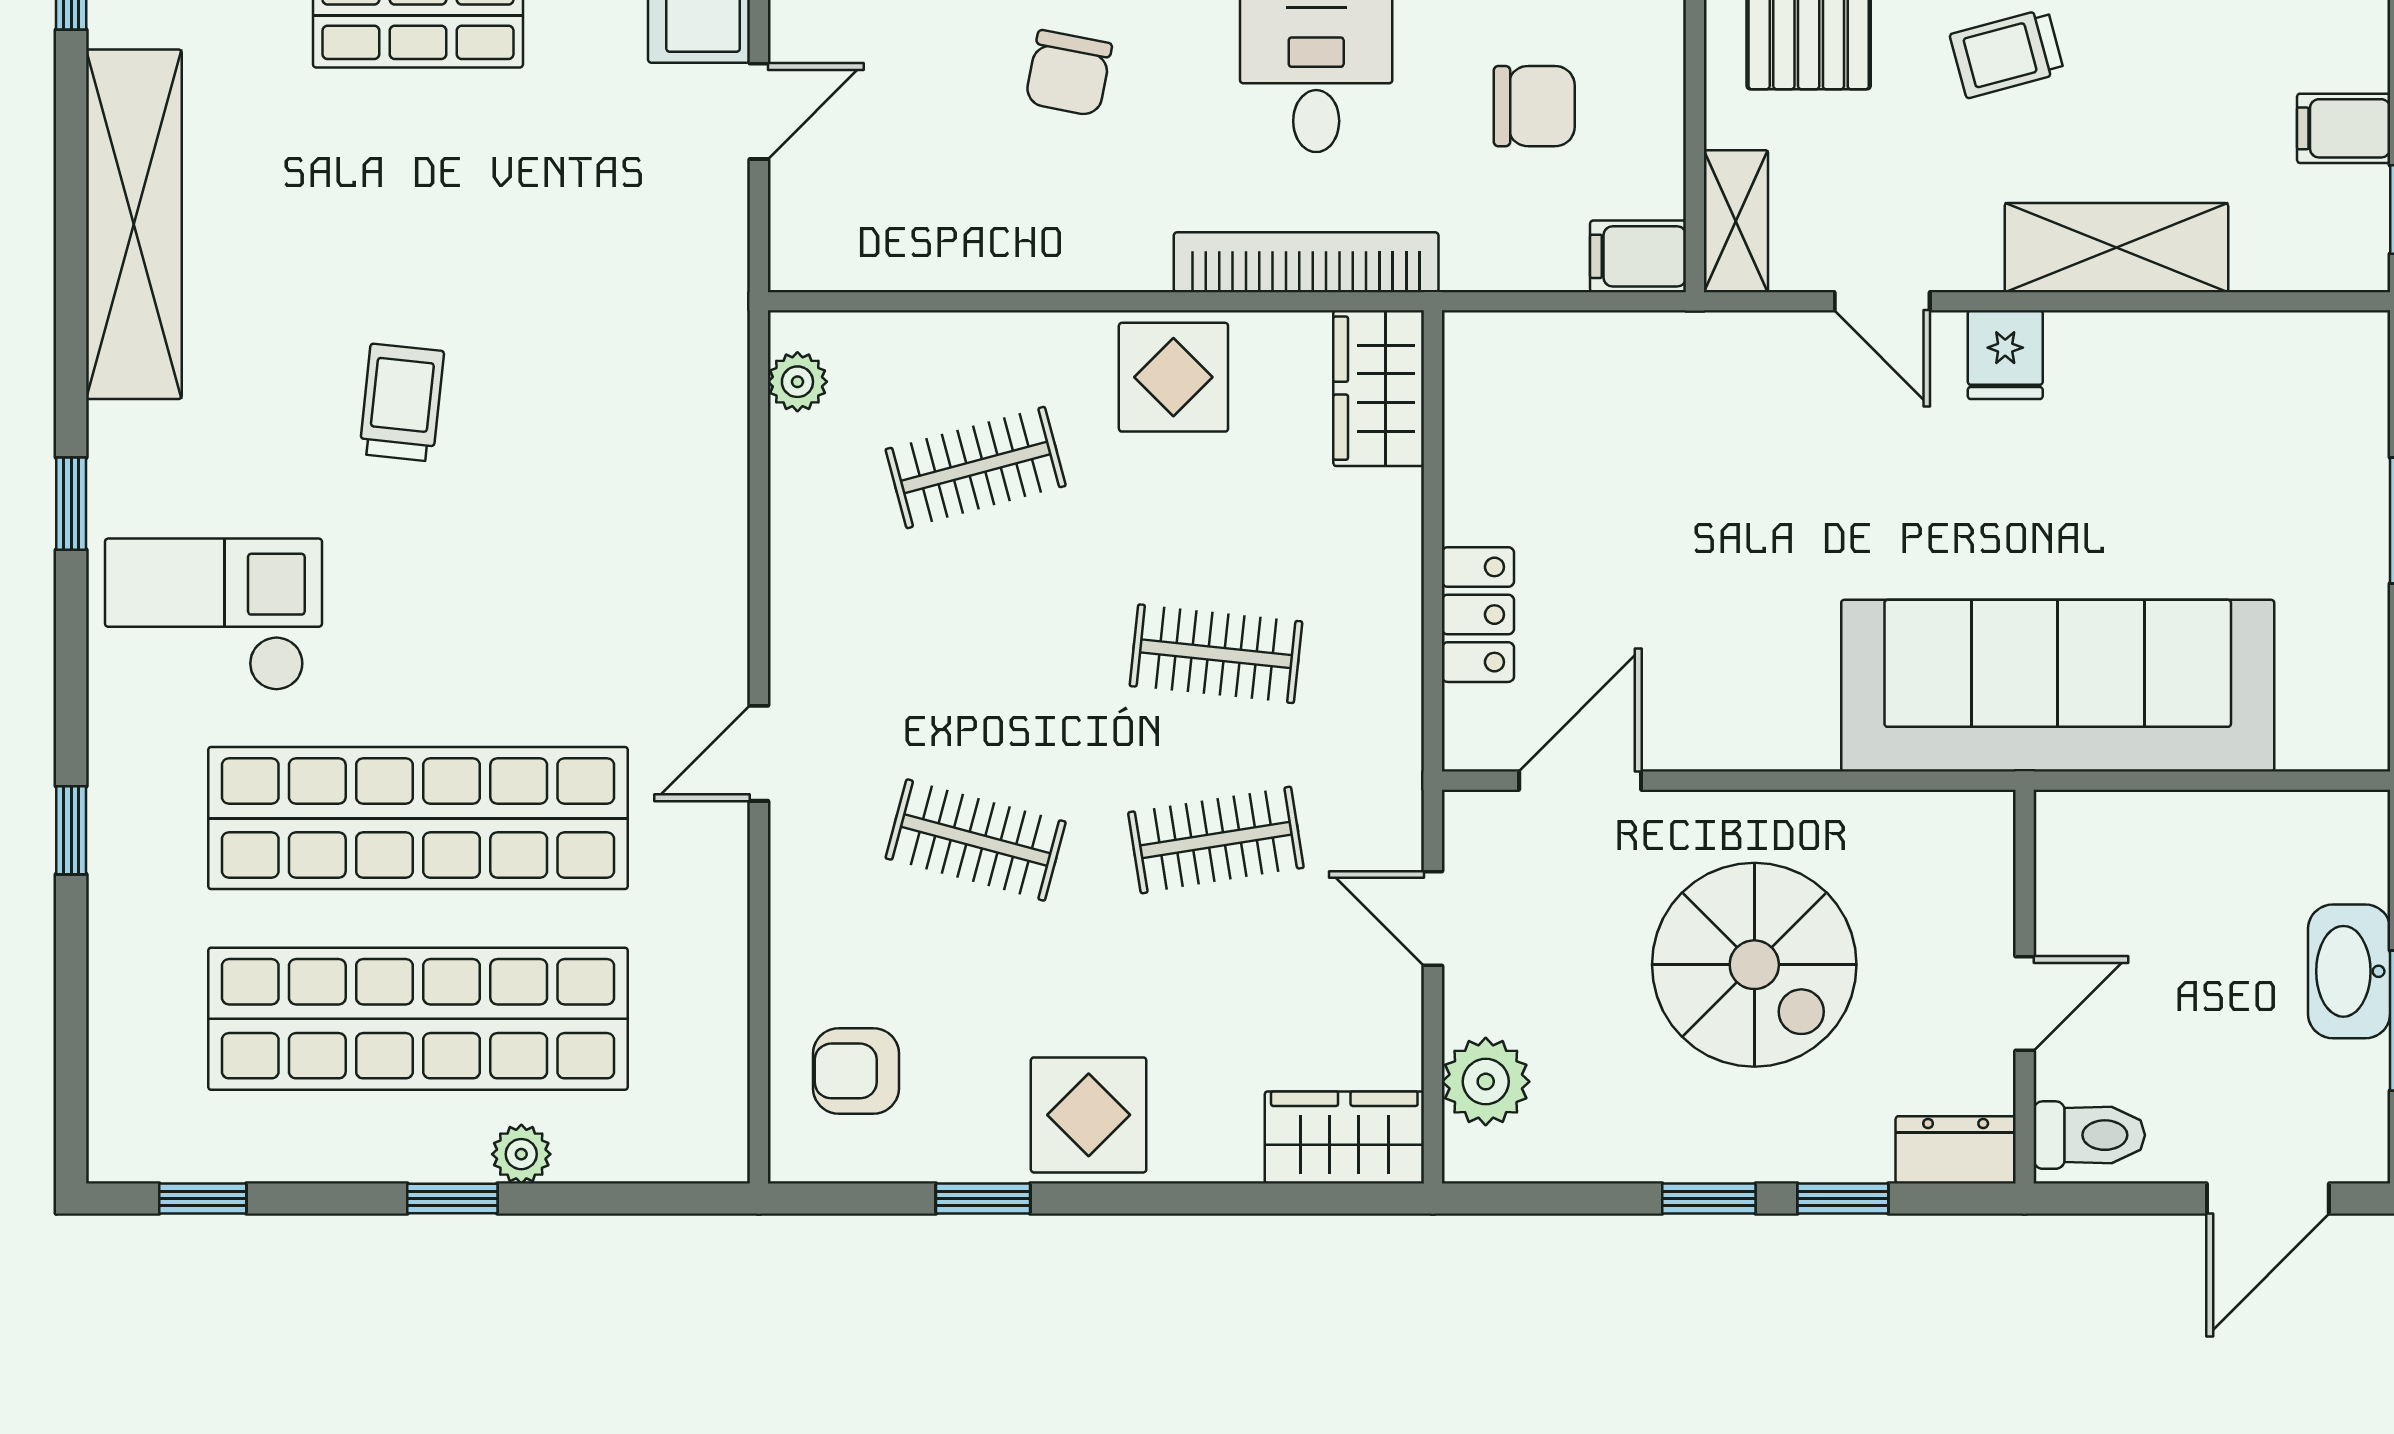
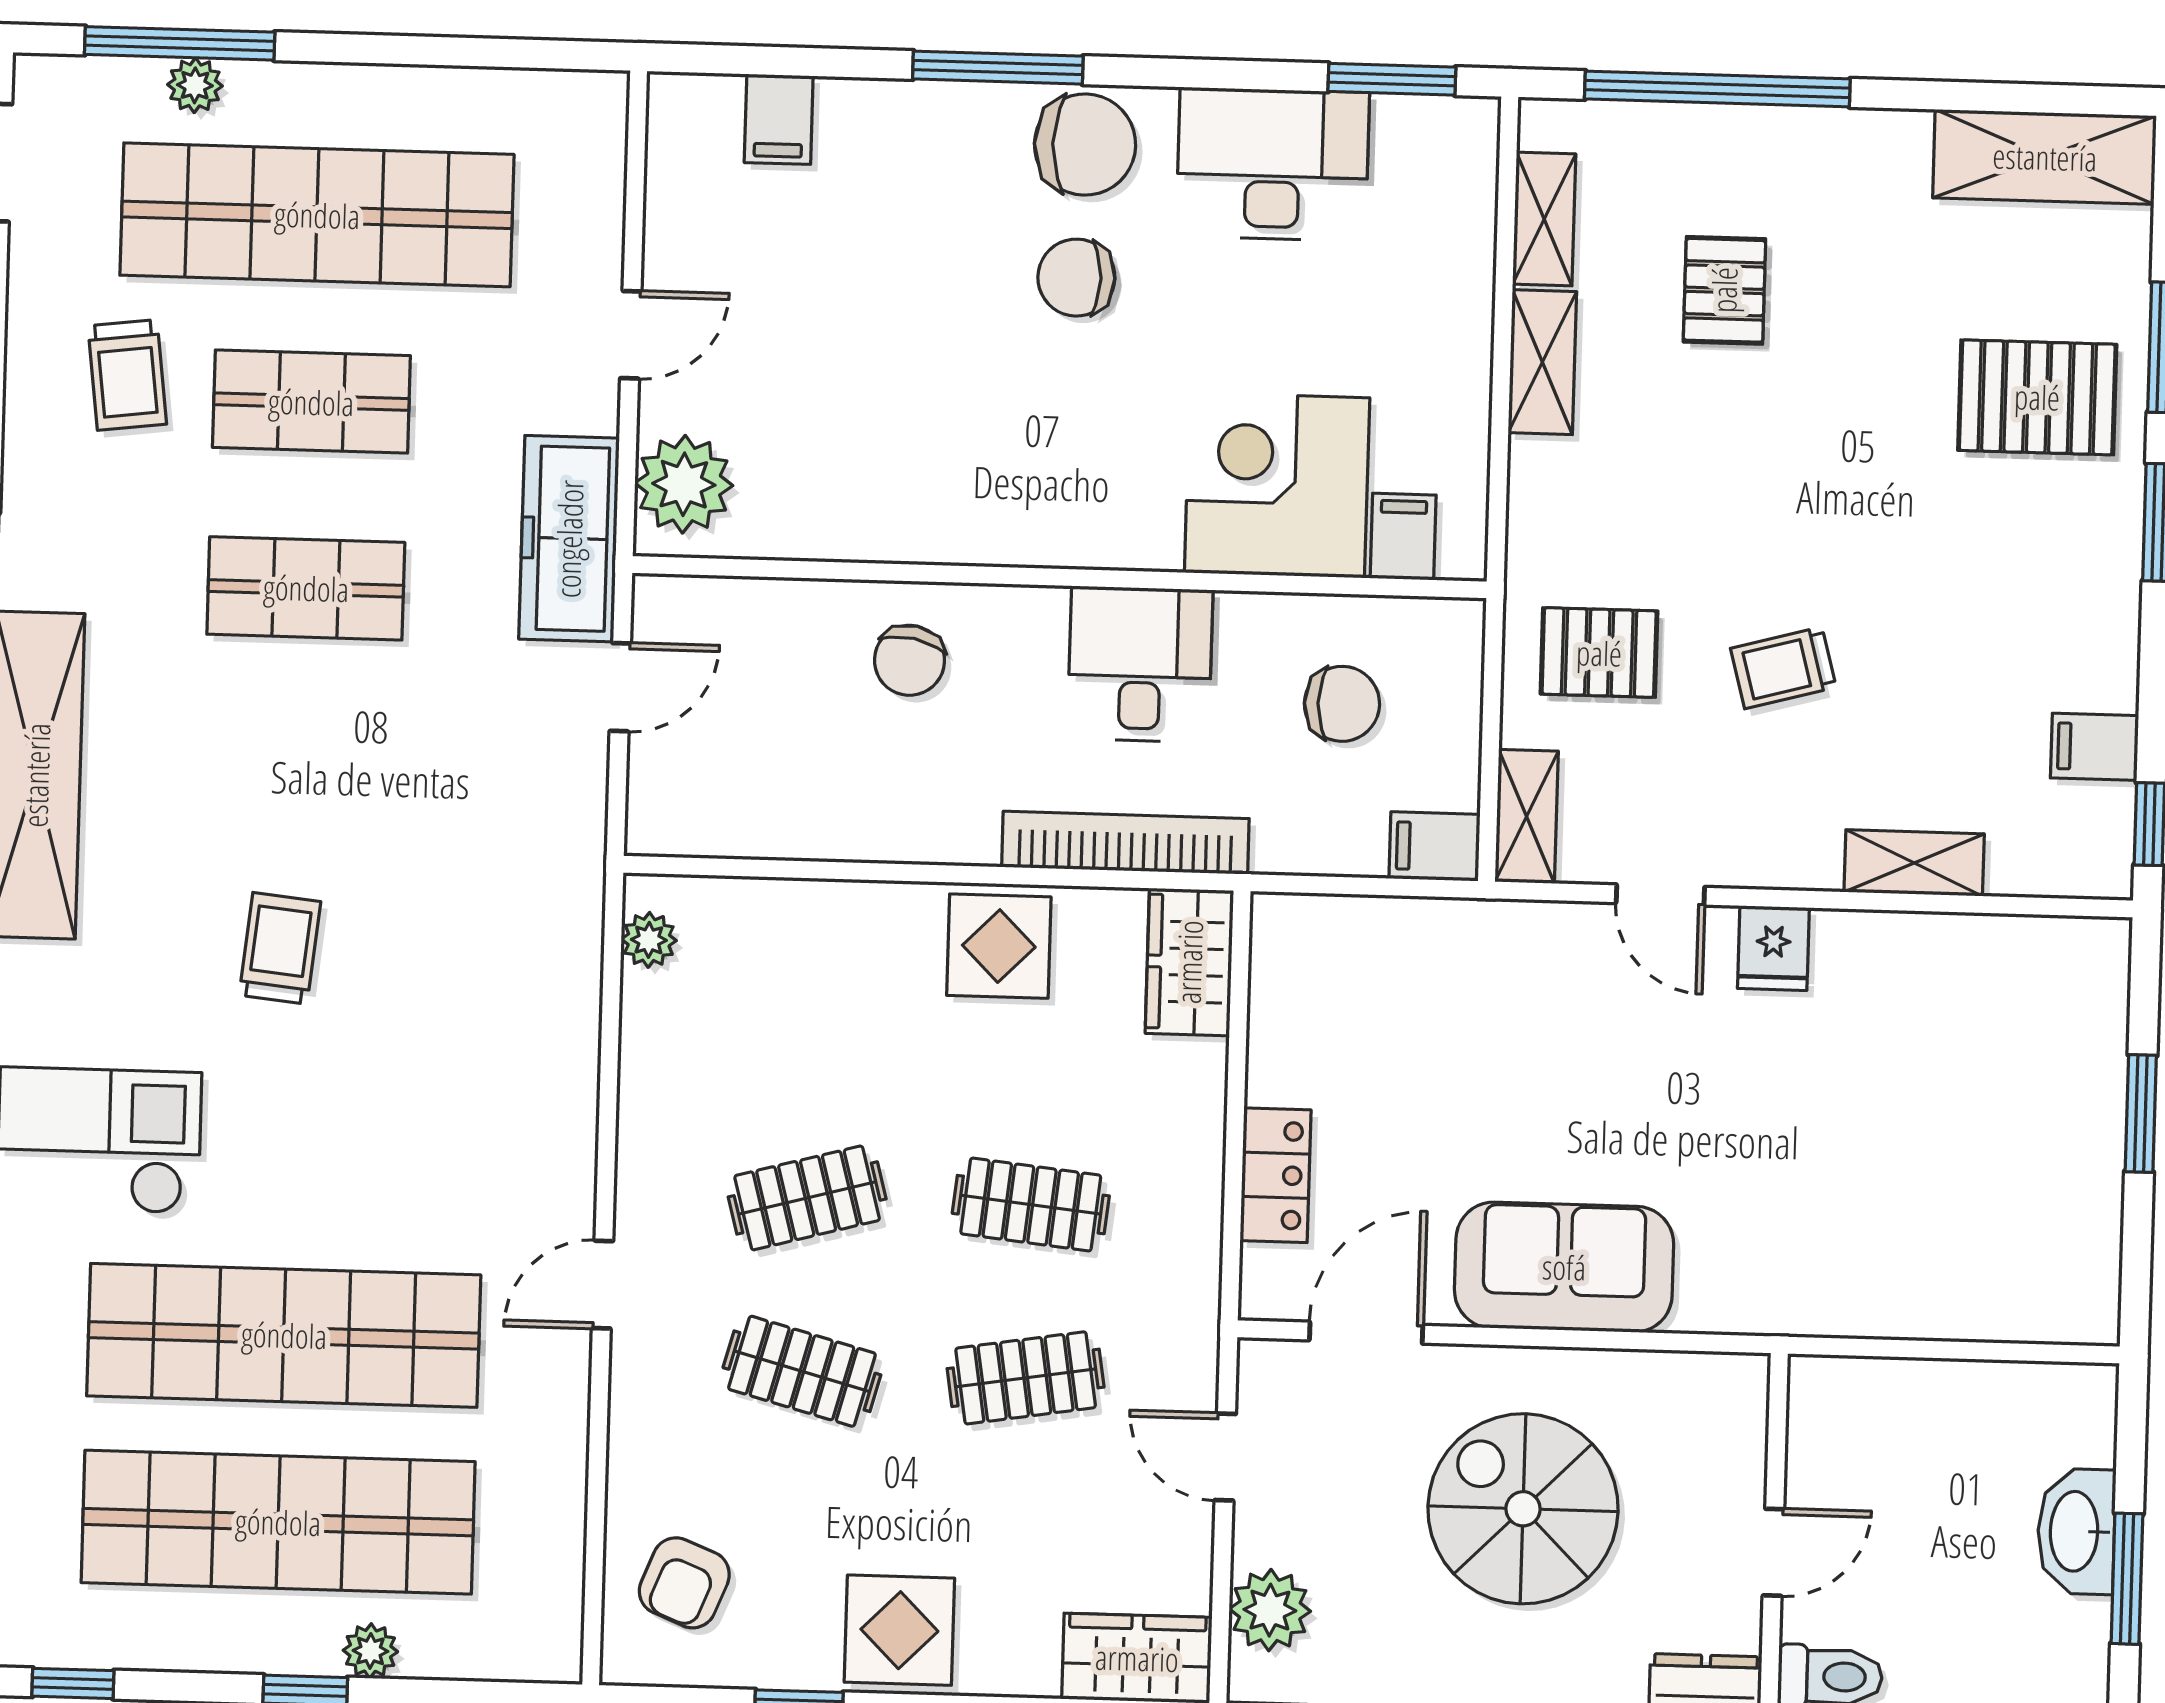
shelving: (2116, 248) -> (1914, 863), width x0.67, depth x0.75
clothes rail: (976, 467) -> (807, 1198), moved
sofa: (2058, 686) -> (1564, 1267), moved, width x0.54, depth x0.79
spiral stairs: (1754, 965) -> (1523, 1509), turned 180
armchair: (856, 1071) -> (684, 1583), turned -68

